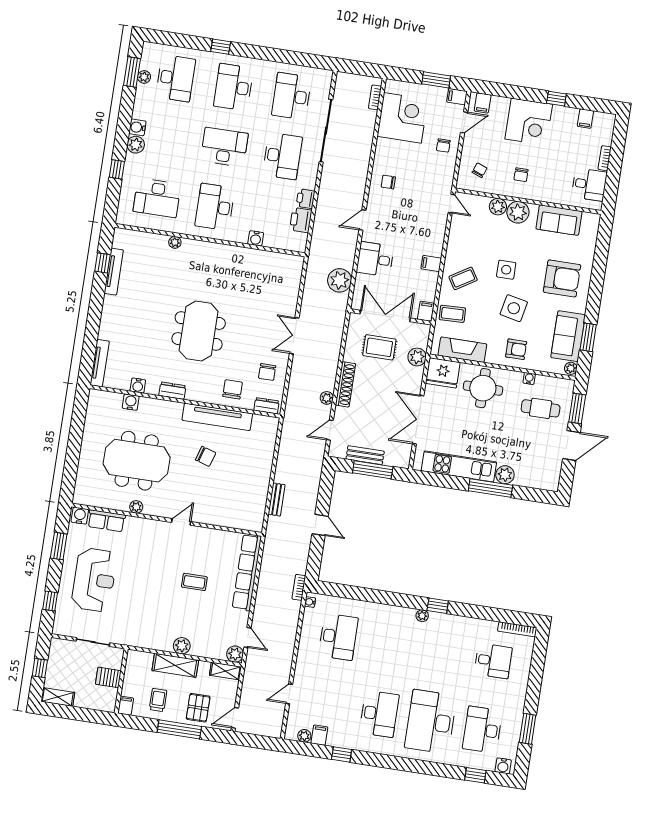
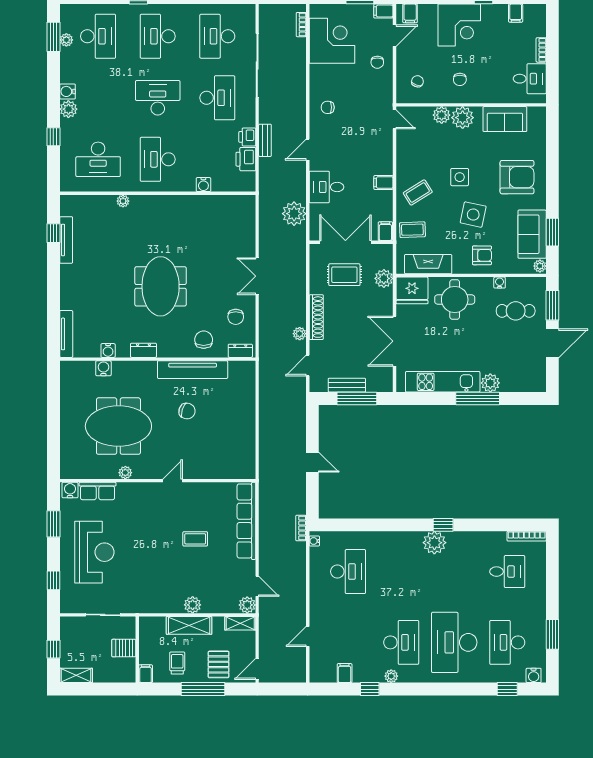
bench: (277, 499) -> (265, 140), moved
plant: (422, 616) -> (434, 543), width x1.88, depth x1.88
plant: (304, 736) -> (391, 676), moved

